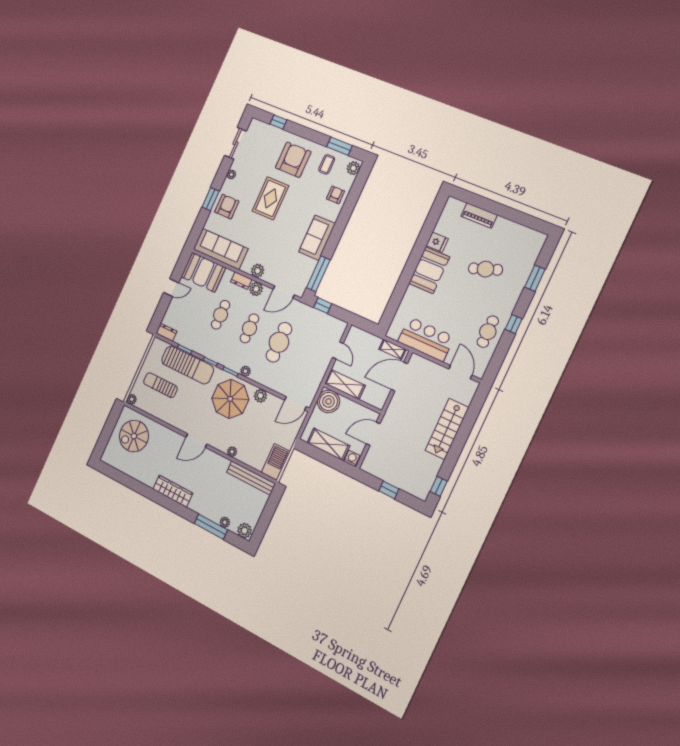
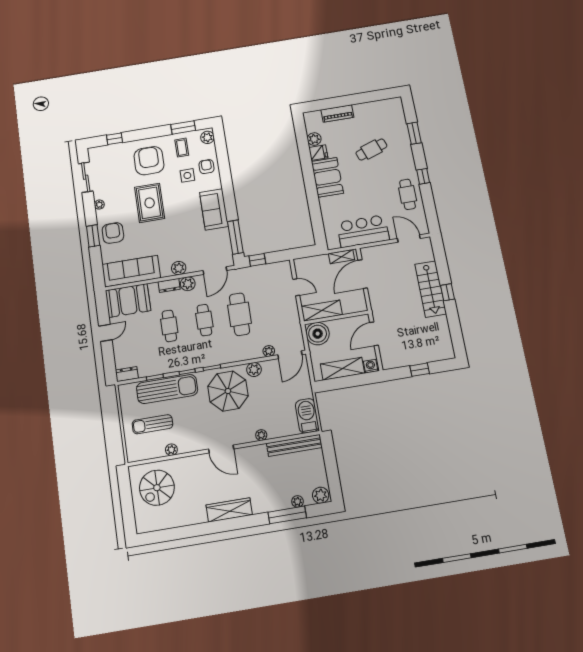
side table: (315, 193) -> (187, 175), added
plant: (442, 227) -> (314, 139), added
plant: (245, 371) -> (269, 351), moved
plant: (132, 399) -> (171, 450), moved
door: (196, 441) -> (221, 449), hinge flipped
window: (439, 486) -> (447, 292), moved

